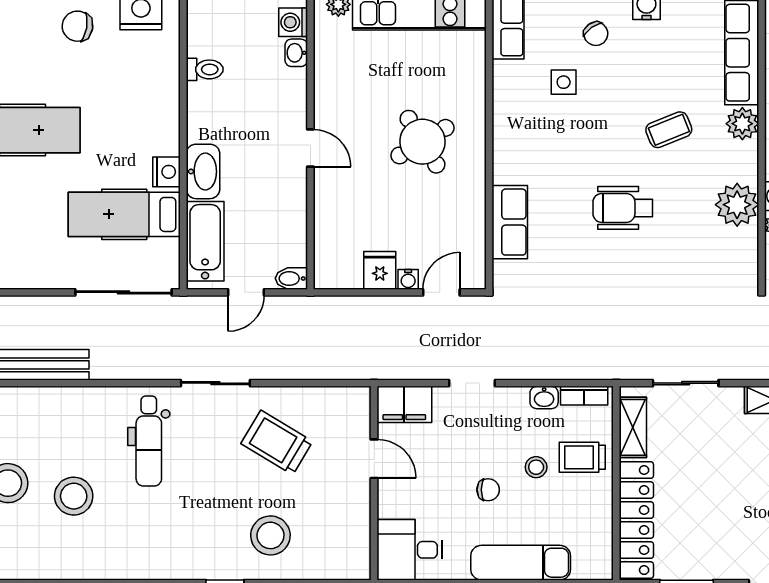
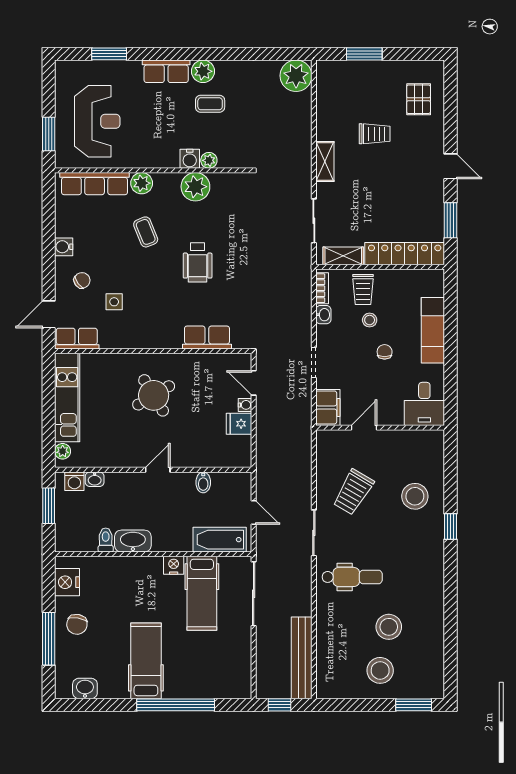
washbasin: (203, 171) -> (133, 541), moved
bidet: (291, 278) -> (203, 482), moved

